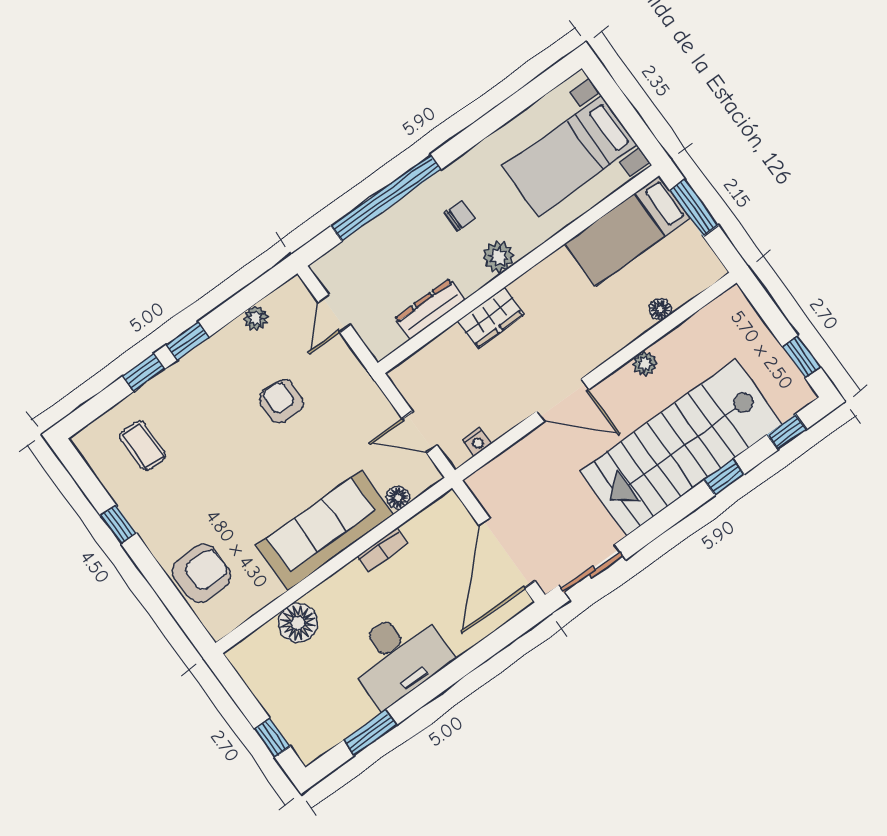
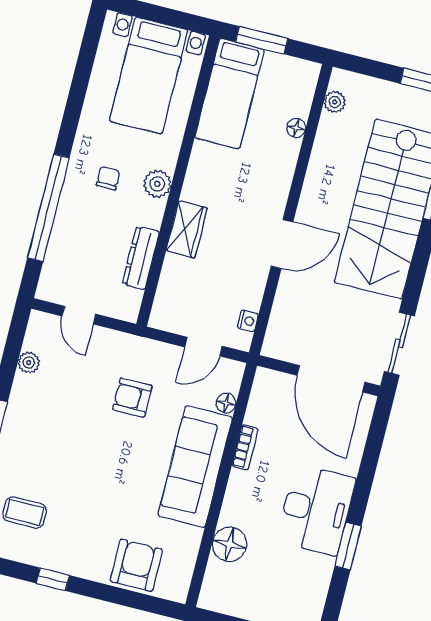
plant: (645, 364) -> (335, 102), moved
armchair: (281, 401) -> (132, 398), moved
window: (370, 733) -> (348, 546), moved

